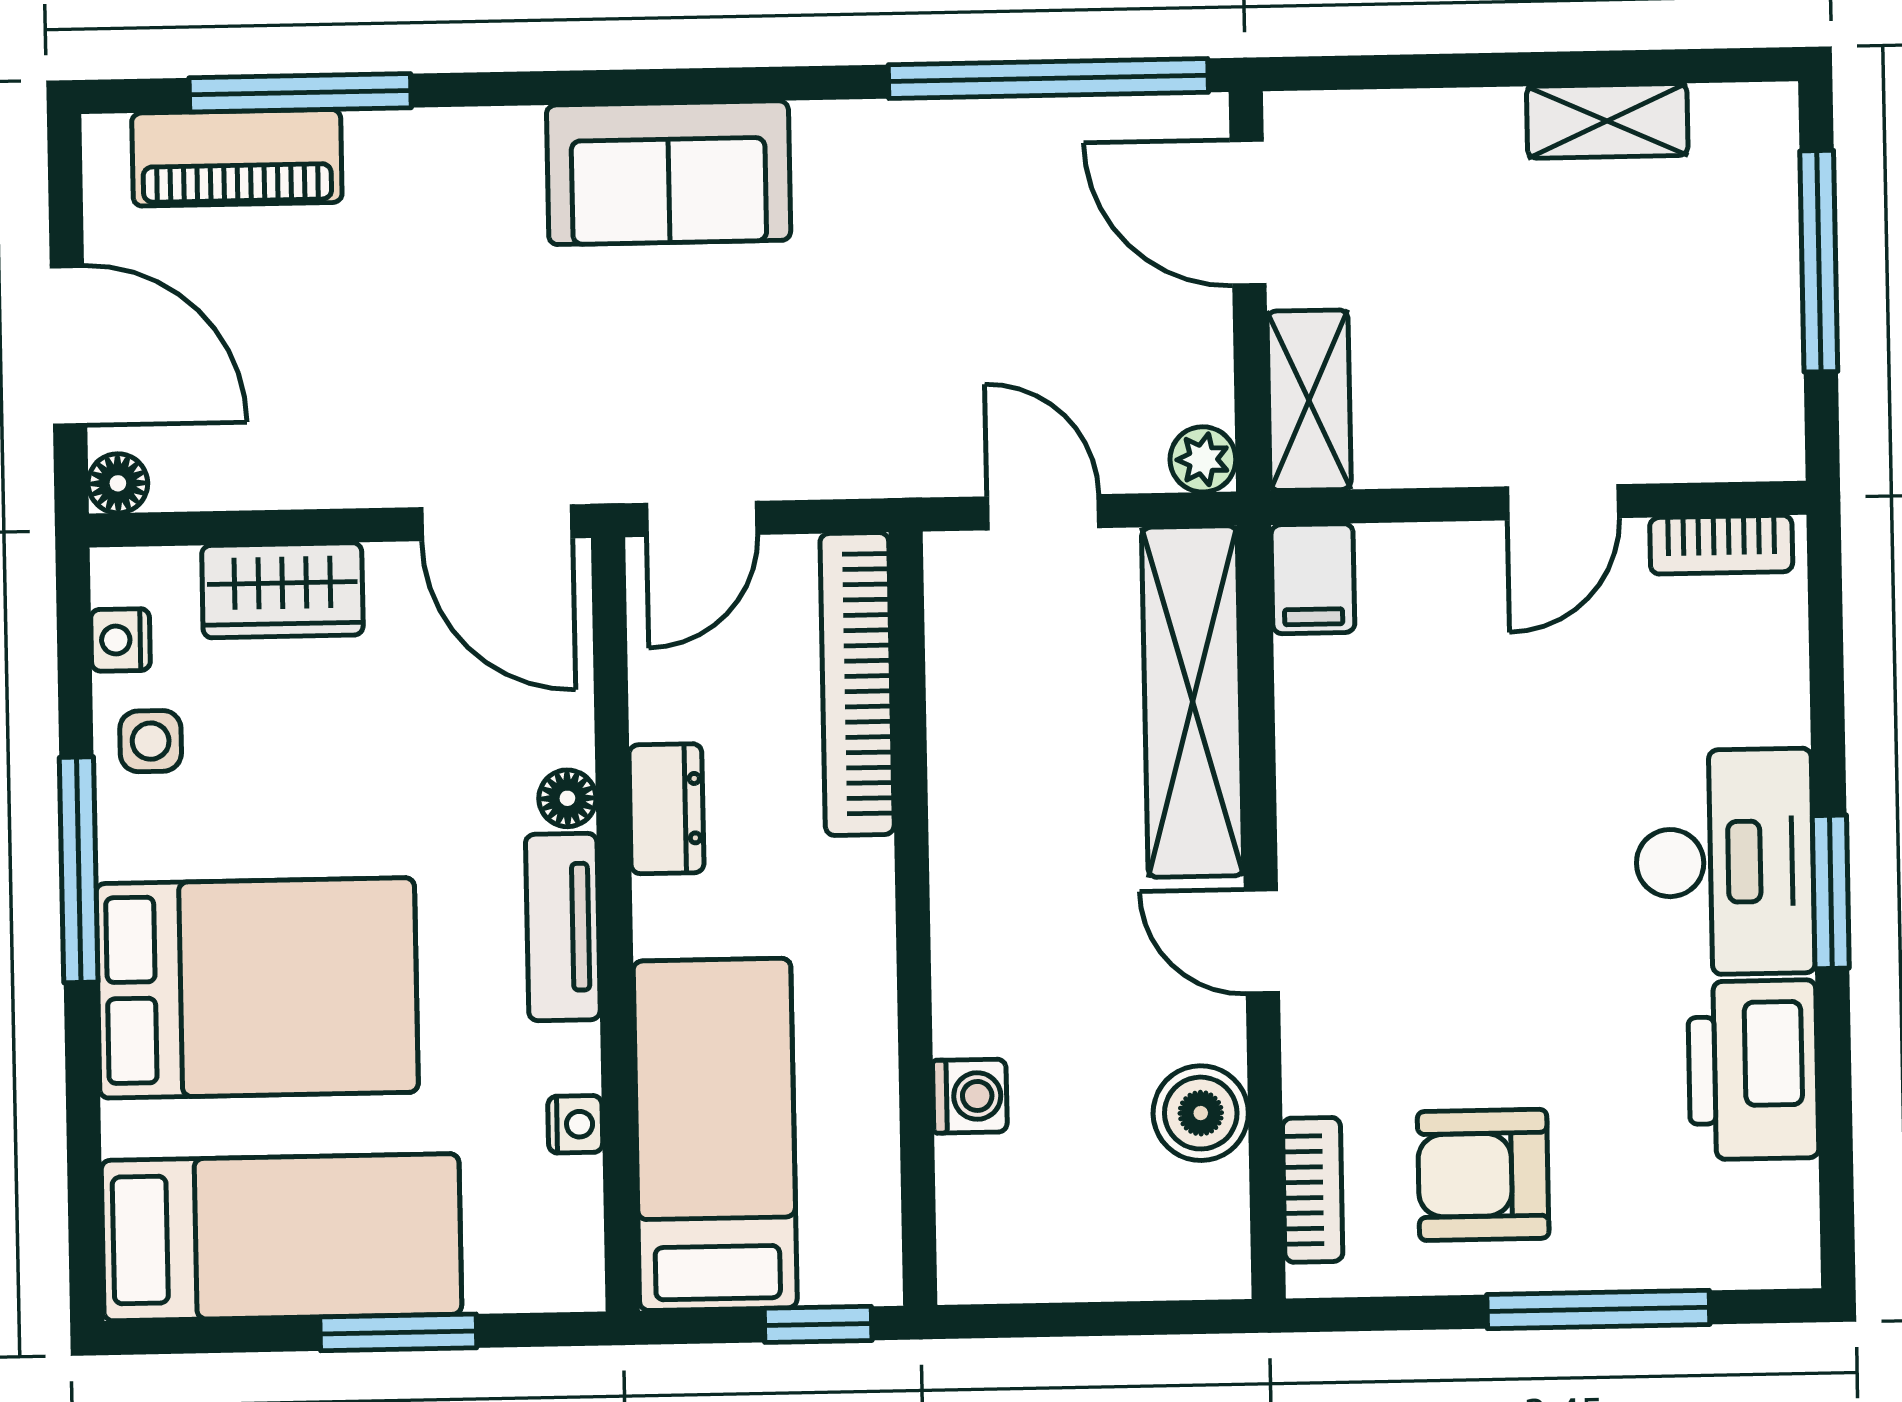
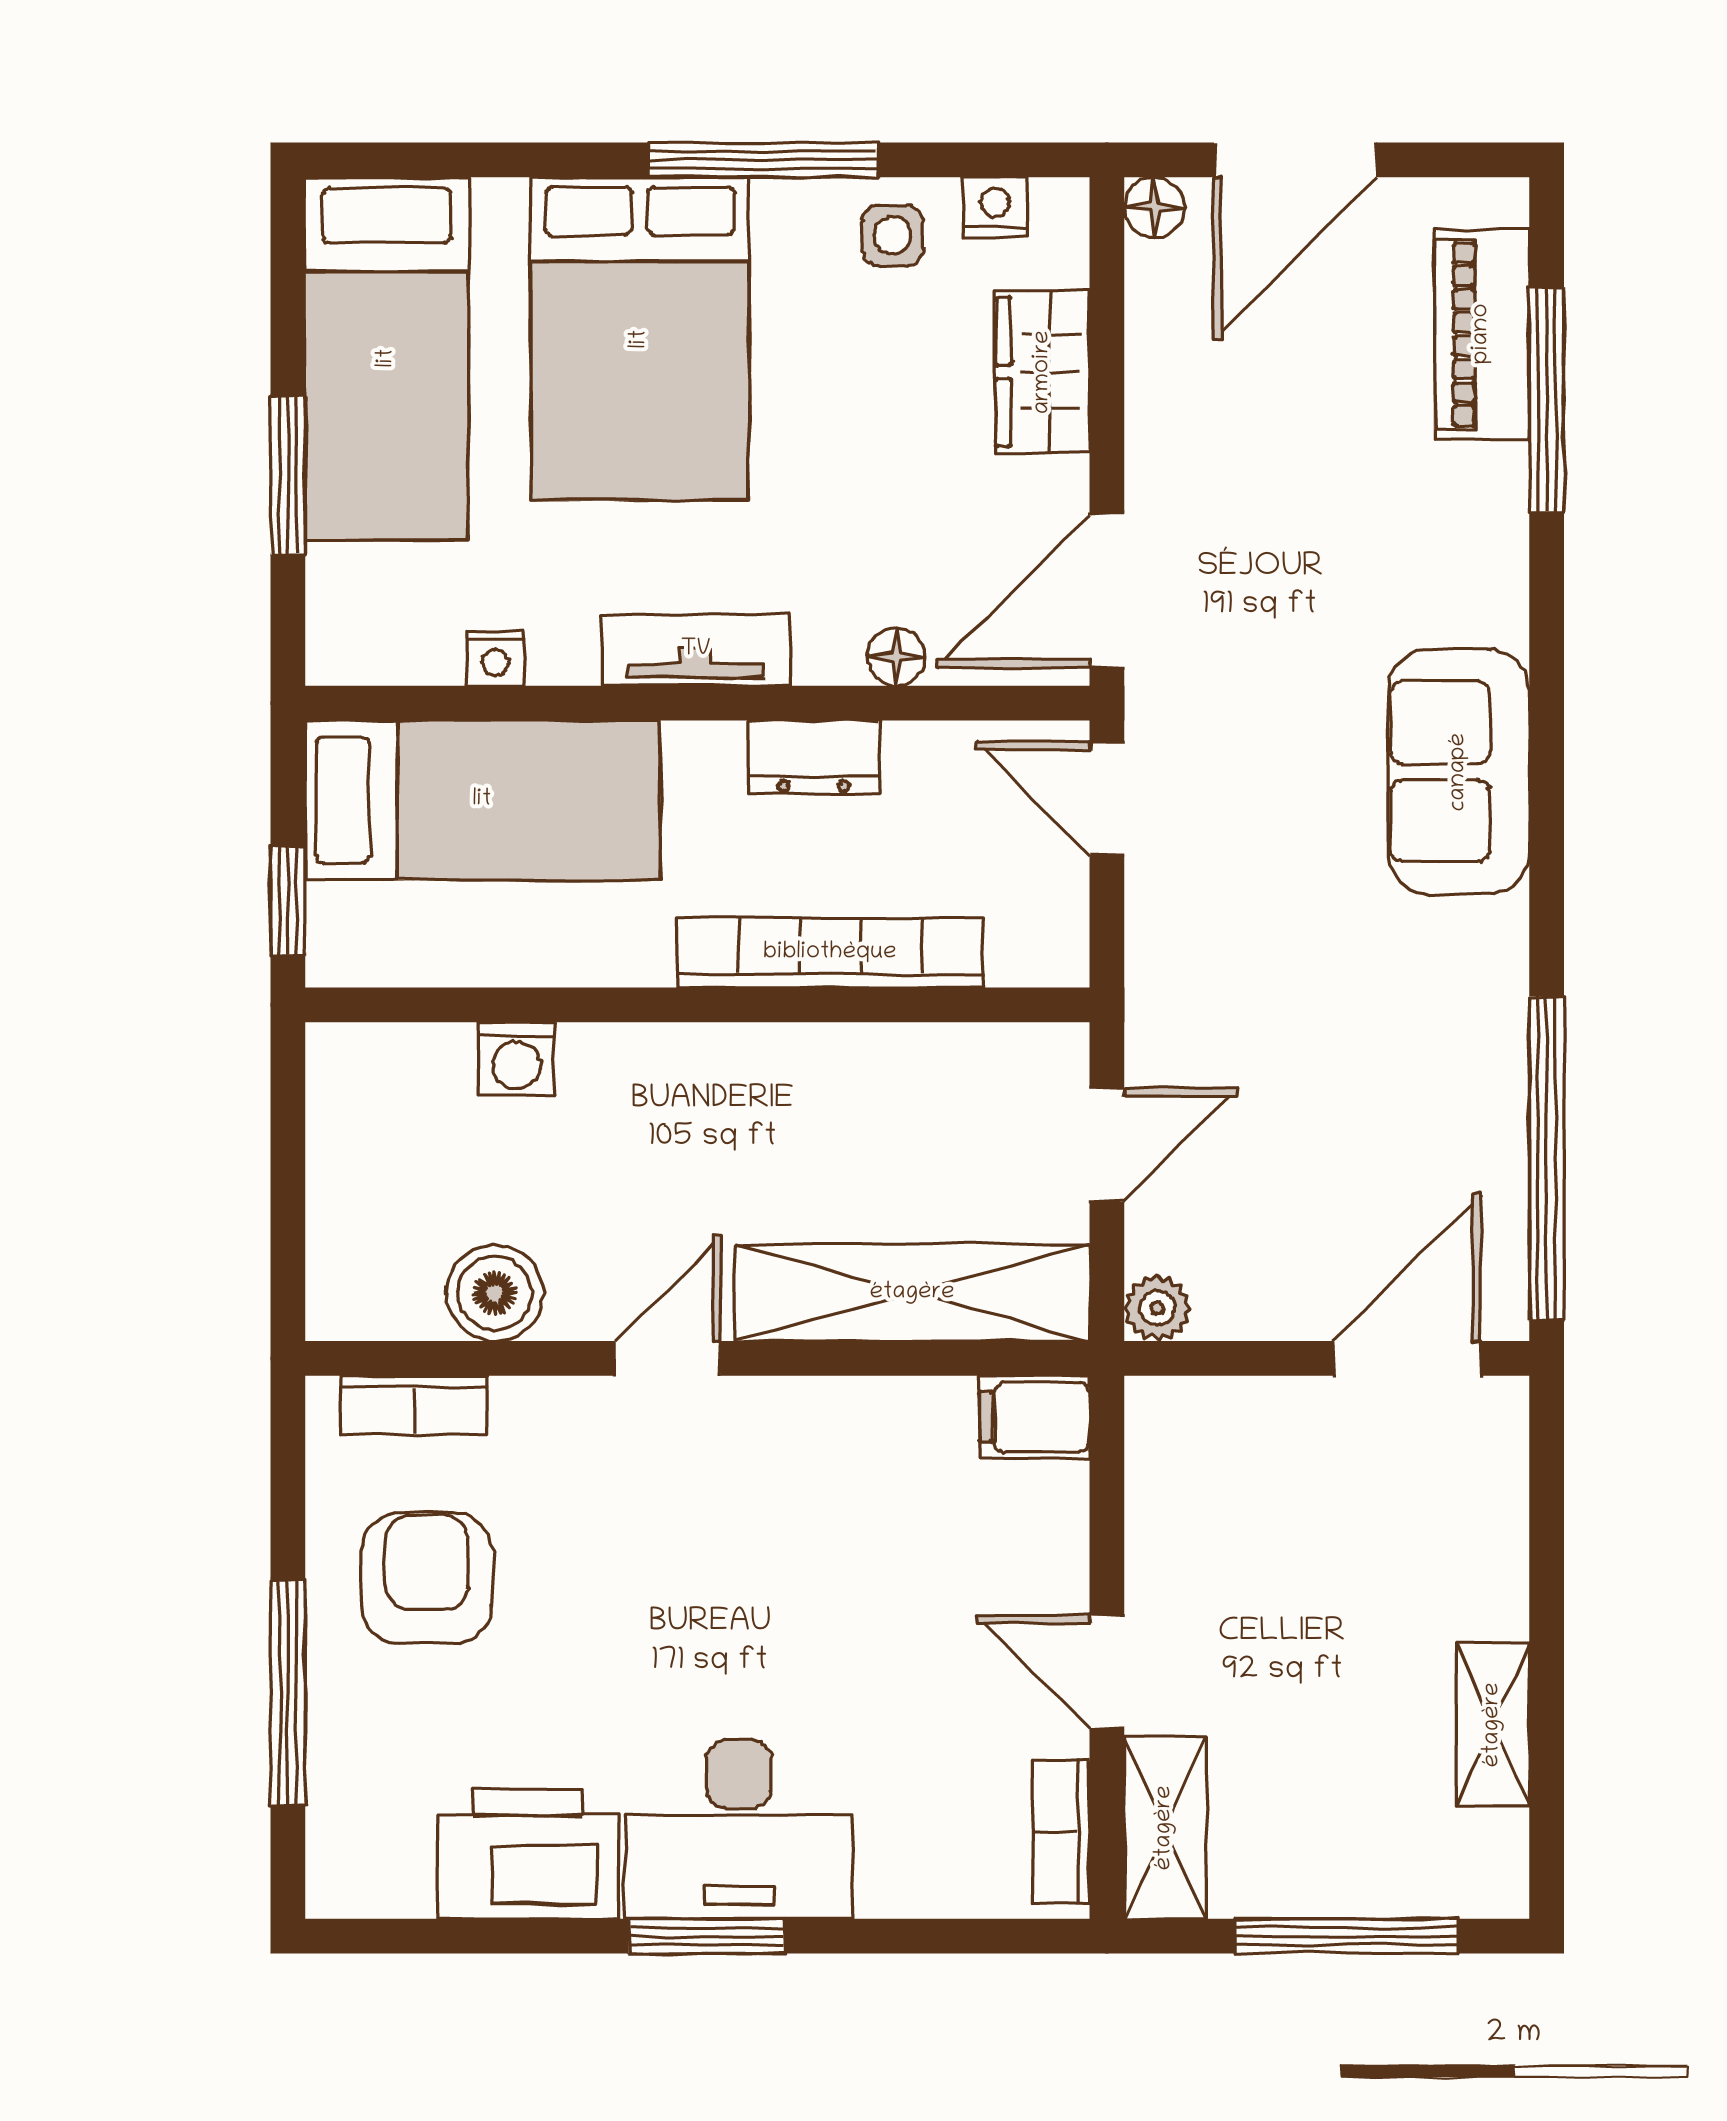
shelving: (1309, 400) -> (1165, 1828), moved, turned 90
bookcase: (857, 684) -> (830, 953), moved
floor lamp: (567, 798) -> (896, 657), moved

